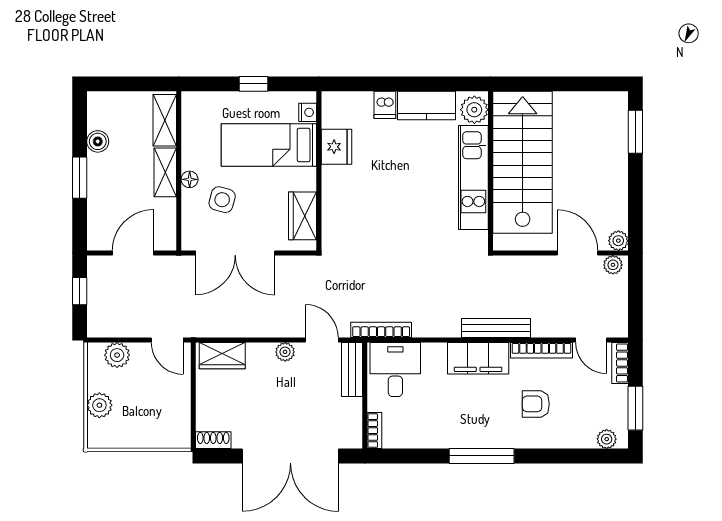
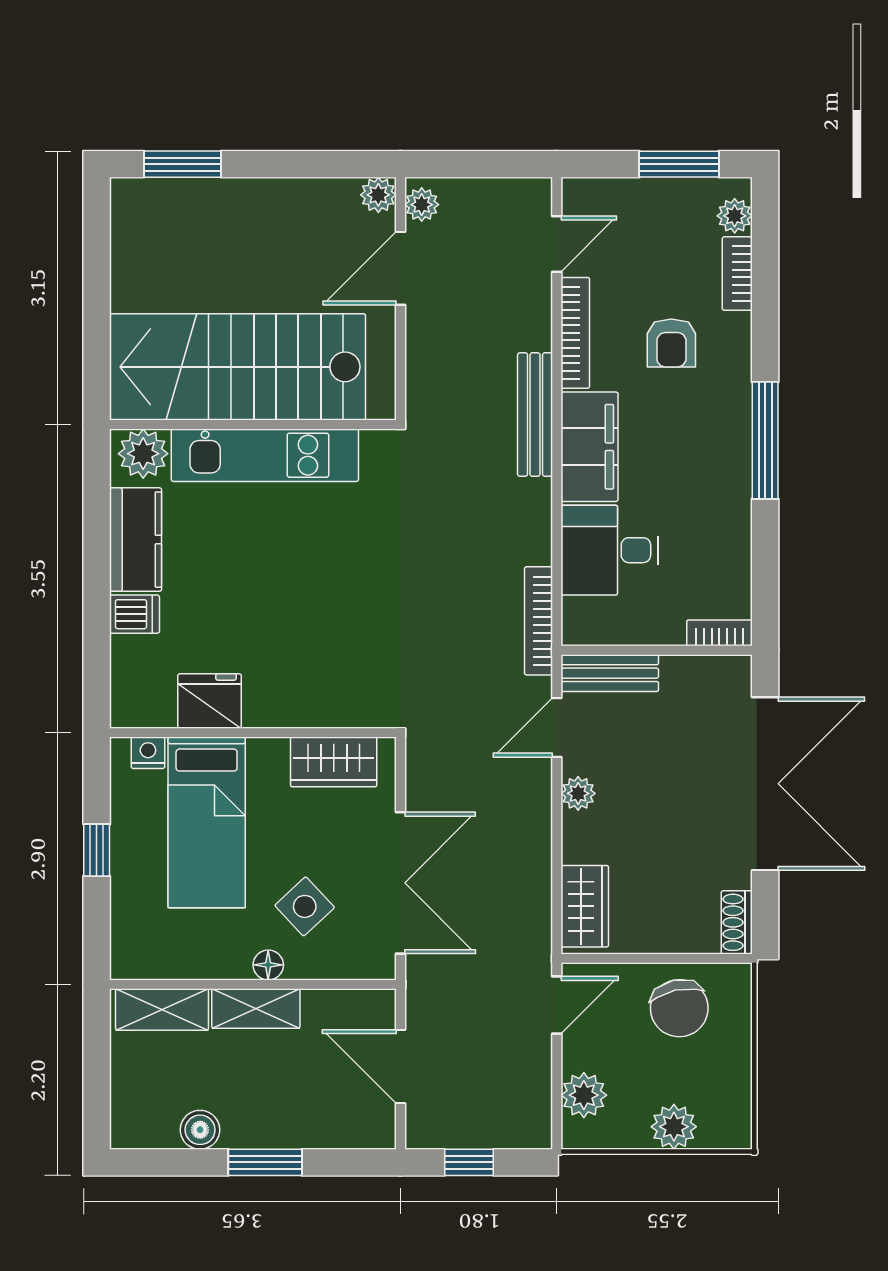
side table: (222, 200) -> (305, 906), turned 32
bookcase: (620, 363) -> (737, 274), moved, turned 90
desk: (395, 369) -> (610, 550), moved
chair: (165, 408) -> (679, 1008), added

